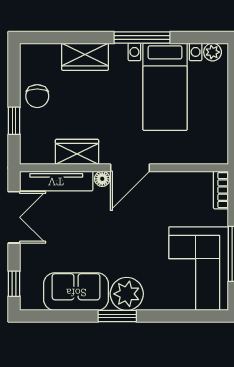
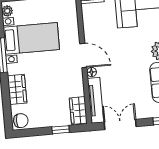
chair: (37, 96) -> (21, 121), moved
wardrobe: (77, 152) -> (78, 110), moved

